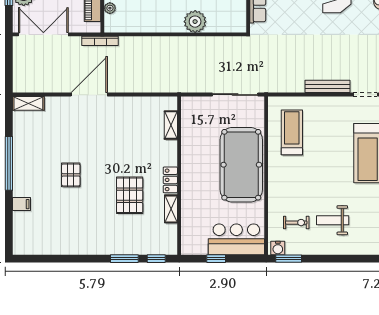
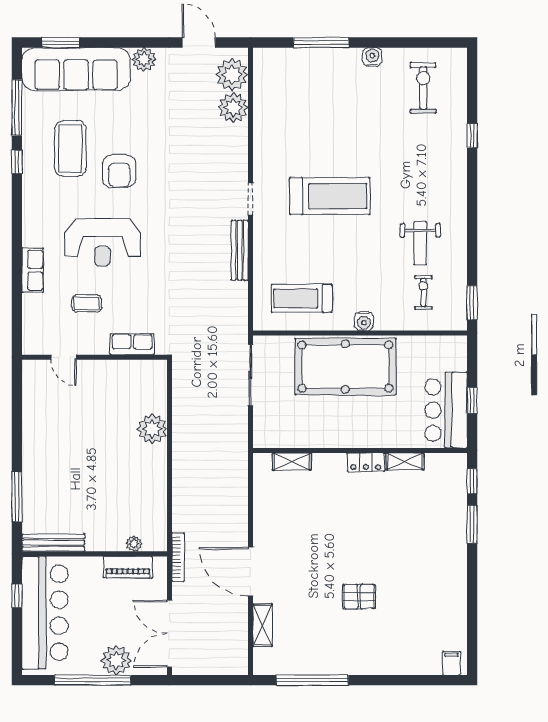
shelving: (28, 103) -> (263, 625), moved
window: (9, 163) -> (312, 680), moved
pallet: (130, 195) -> (386, 517), removed
filing cabinet: (21, 204) -> (451, 663), moved
bar counter: (236, 239) -> (446, 410), moved
water cooler: (278, 248) -> (364, 321), moved, turned 90

